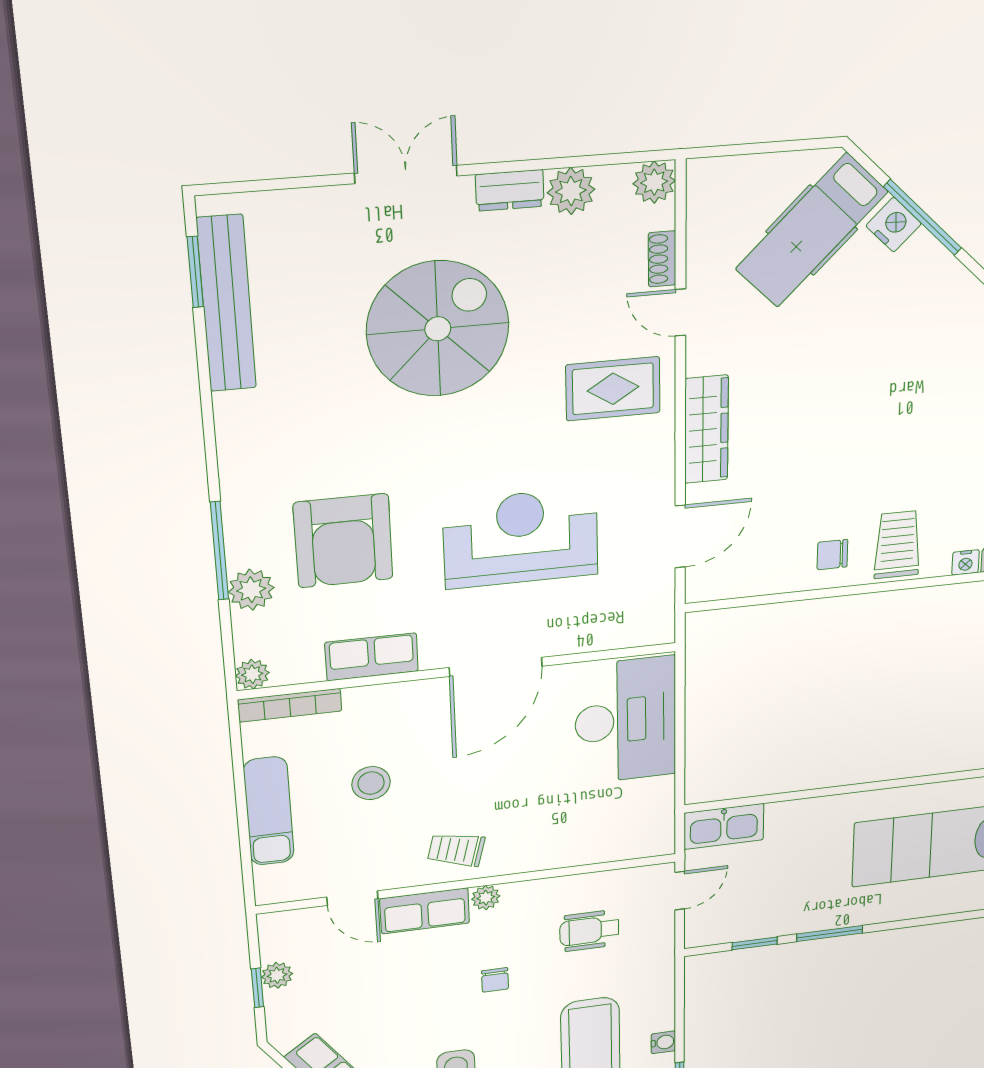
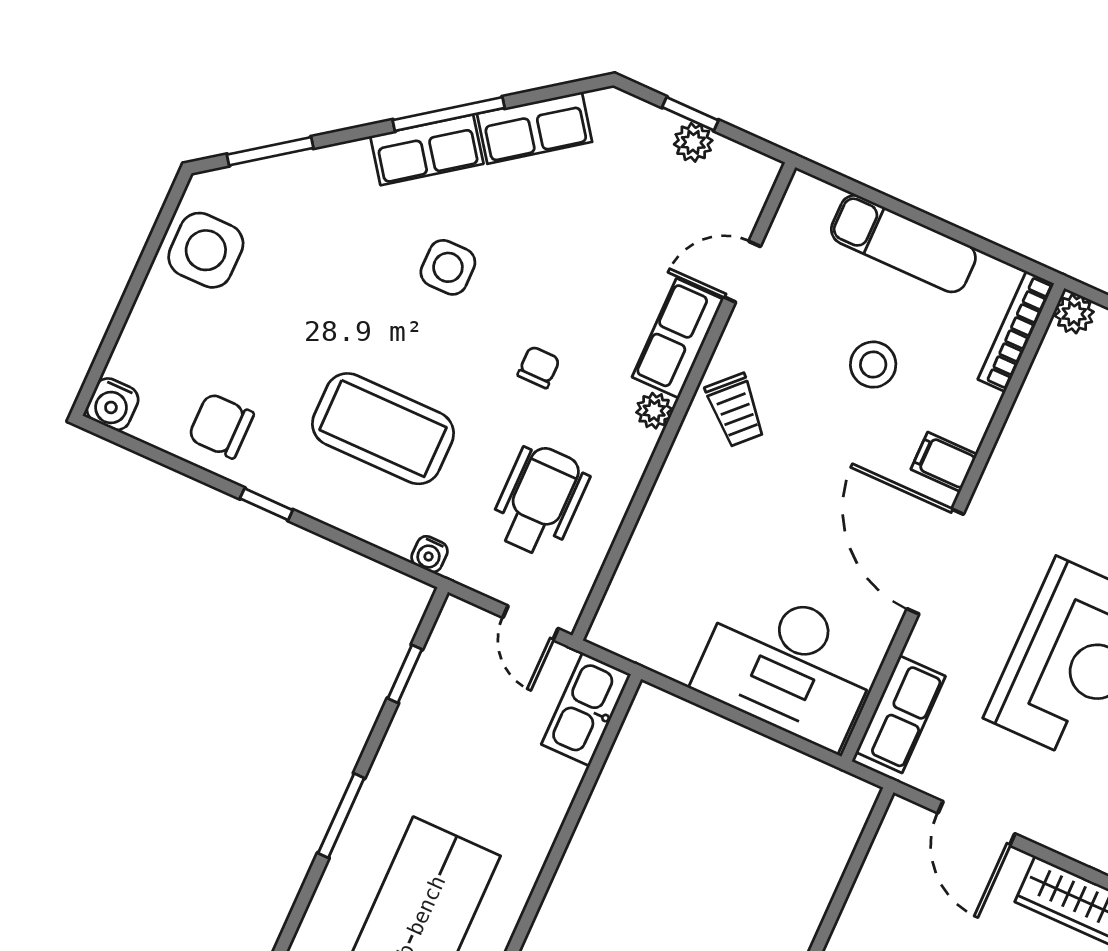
row of seats: (372, 657) -> (901, 714), moved
filing cabinet: (417, 700) -> (944, 462), added
trolley: (456, 850) -> (735, 410), turned 121
wheelchair: (589, 931) -> (539, 500), width x1.36, depth x1.37
window: (830, 934) -> (341, 816), moved
chair: (495, 980) -> (539, 367), turned 90
water cooler: (663, 1042) -> (430, 554), moved

